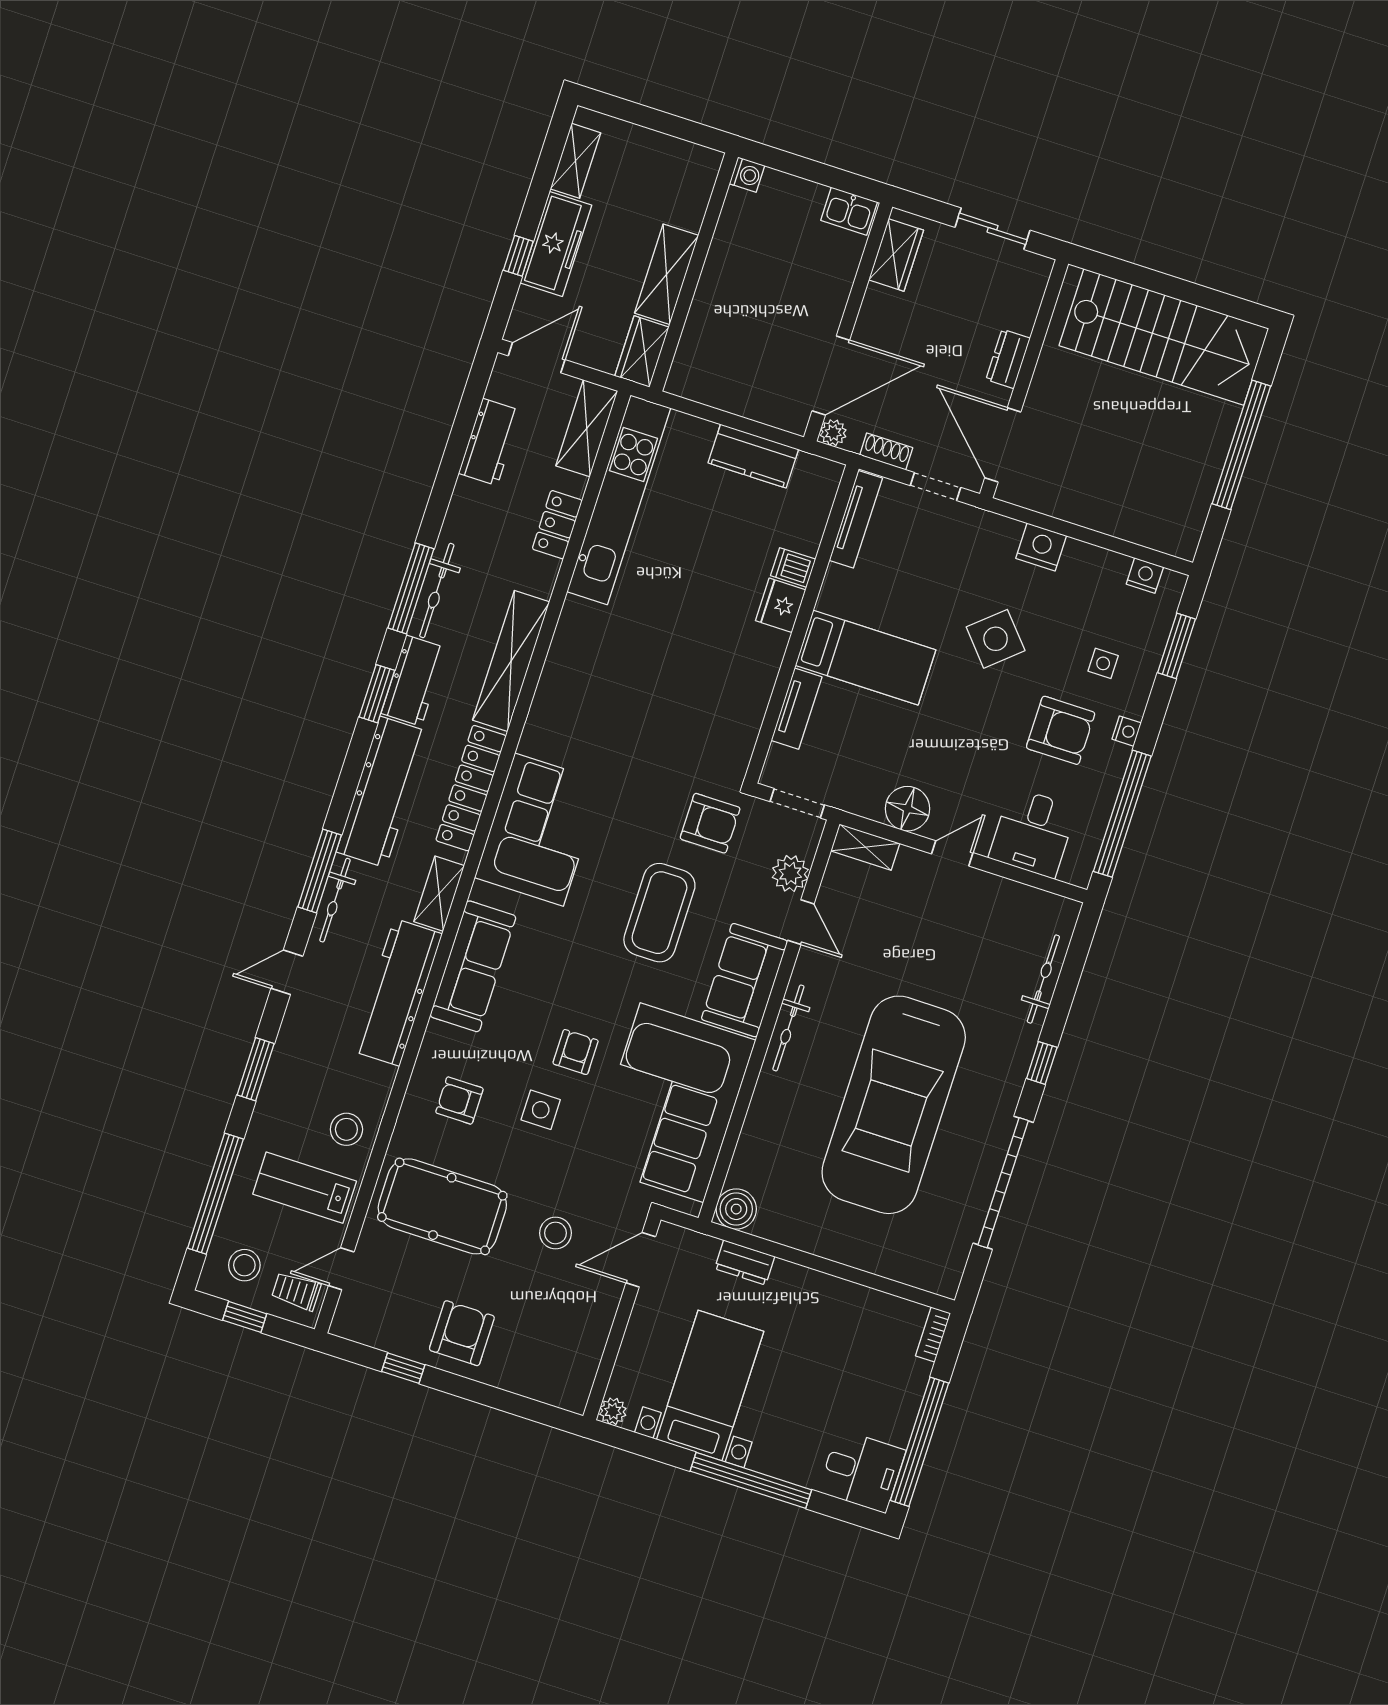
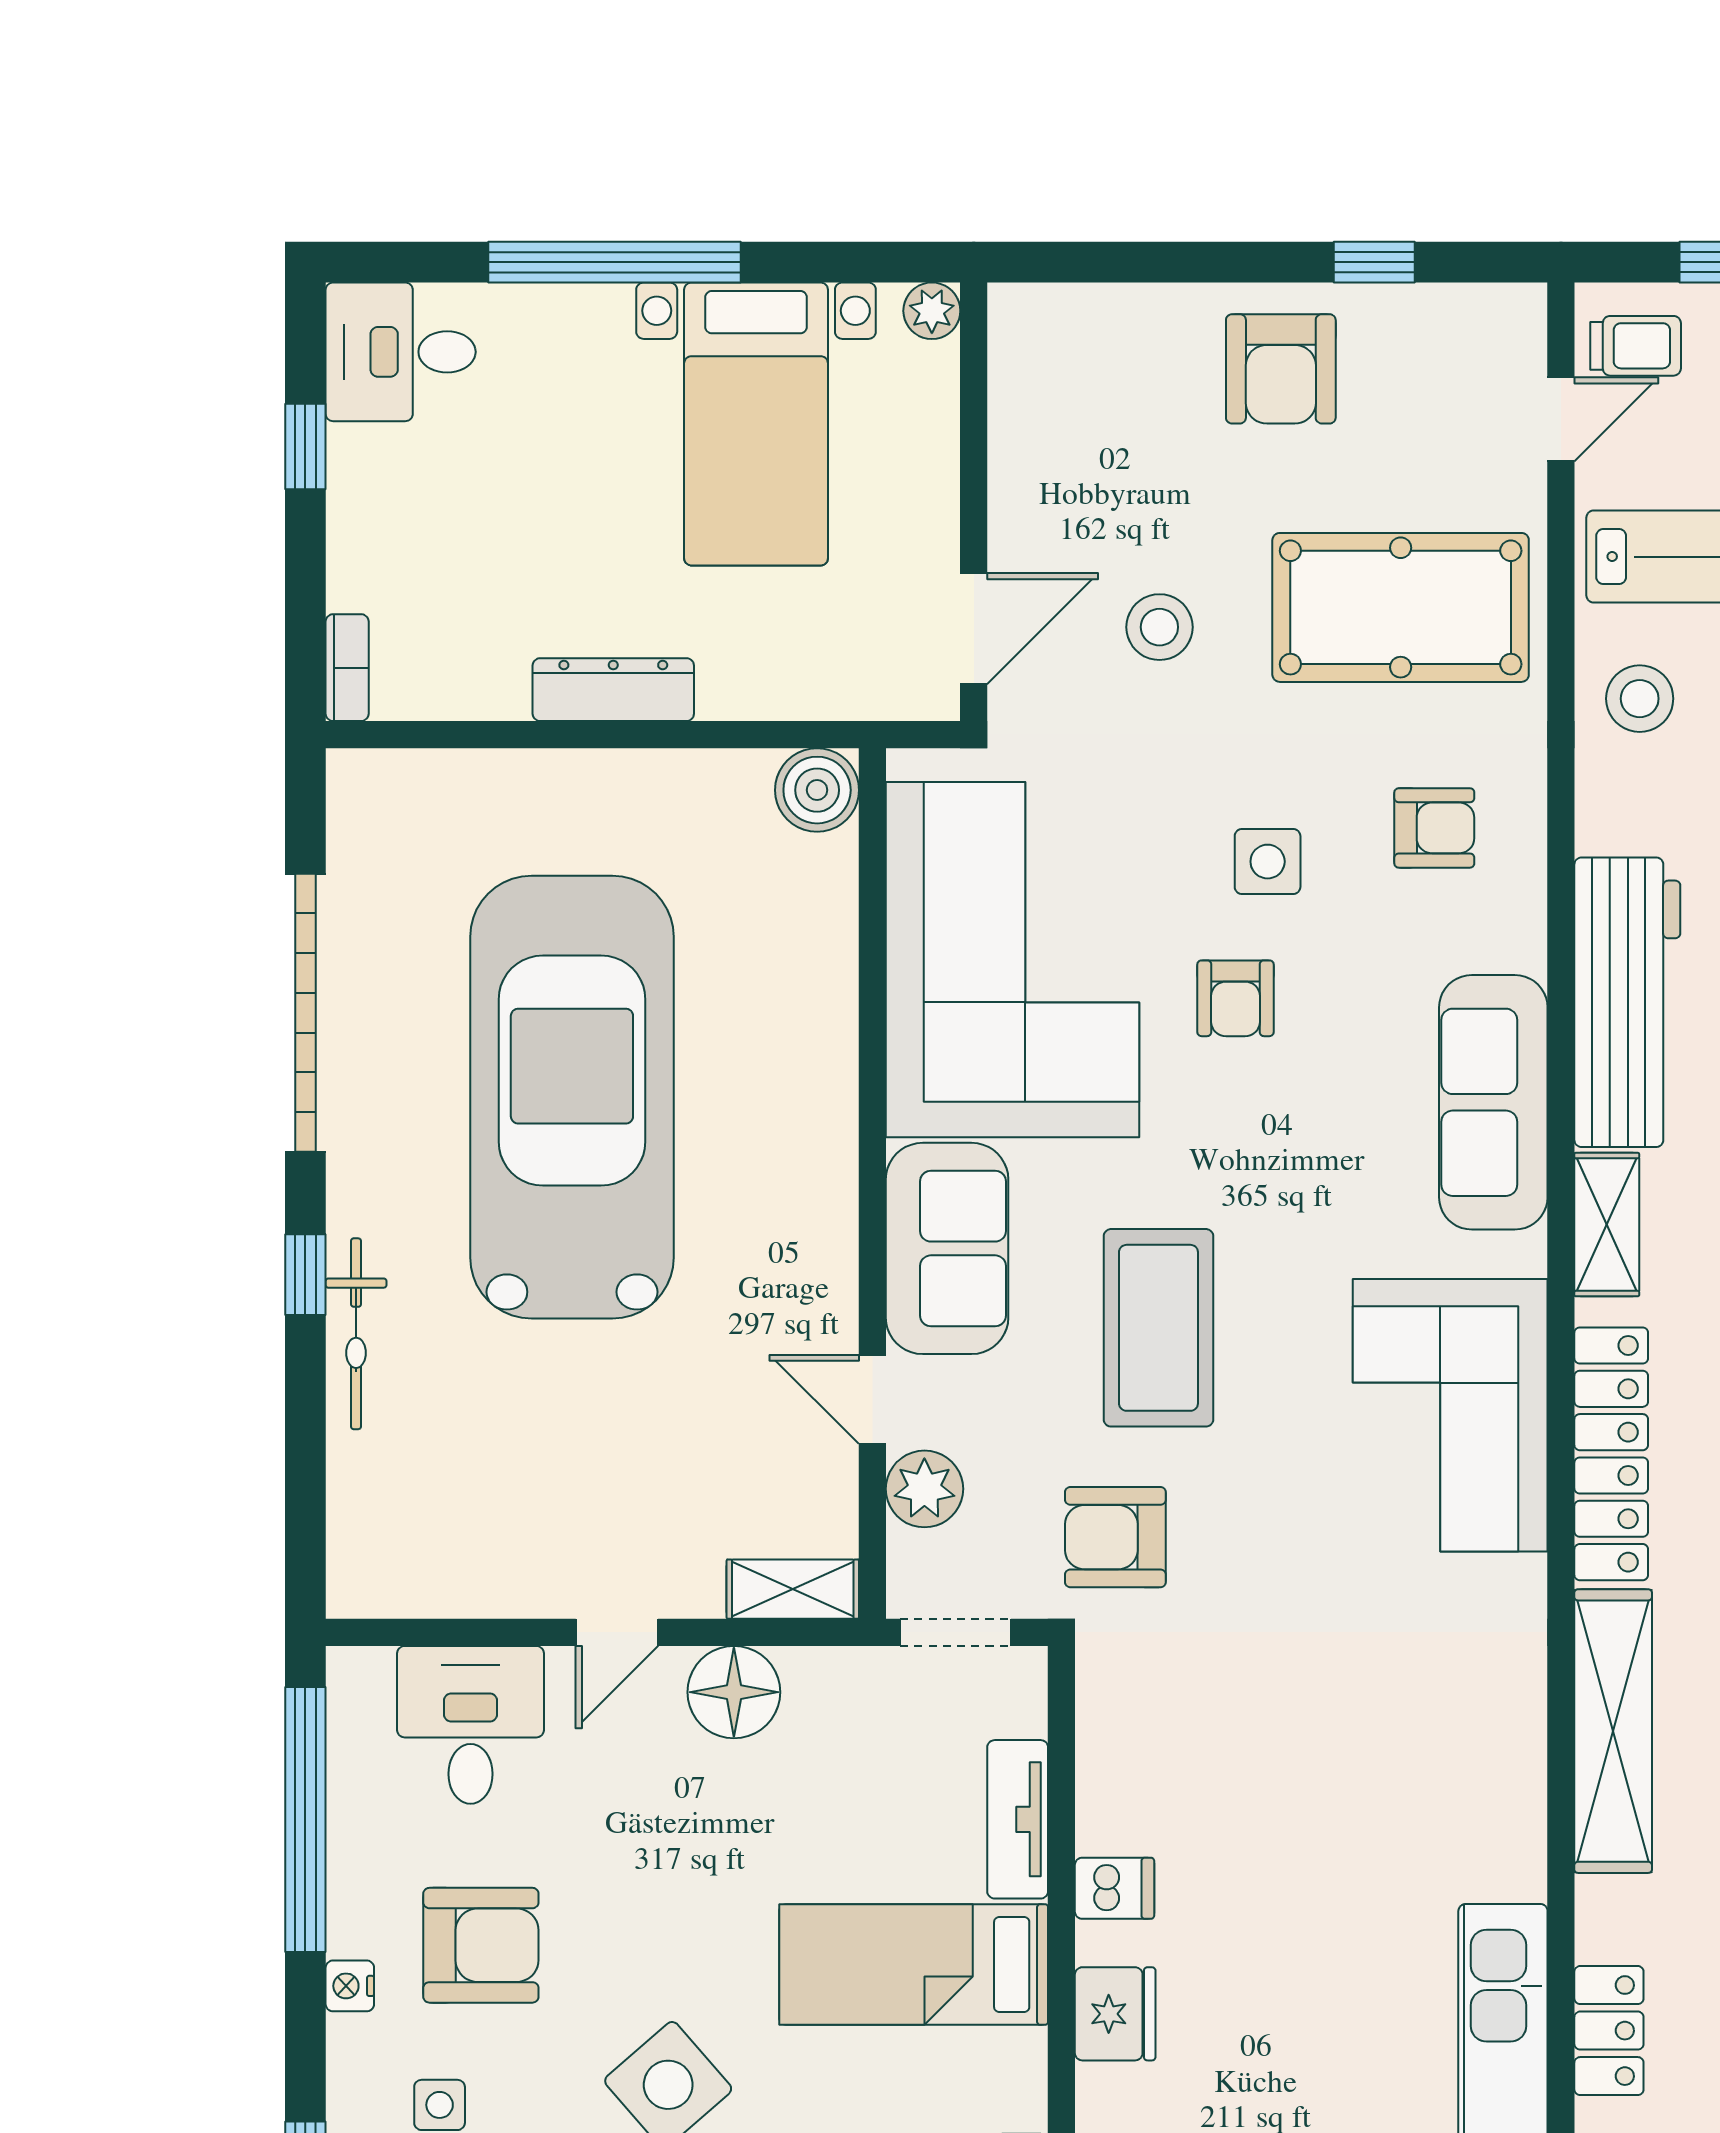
dishwasher: (793, 567) -> (1115, 1888), moved
armchair: (1061, 730) -> (481, 1945), turned 180
bicycle: (1043, 979) -> (356, 1334), moved
bicycle: (788, 1028) -> (829, 1182), removed
dresser: (745, 1262) -> (613, 690), moved, width x1.44
window: (919, 1442) -> (305, 447), width x0.32

